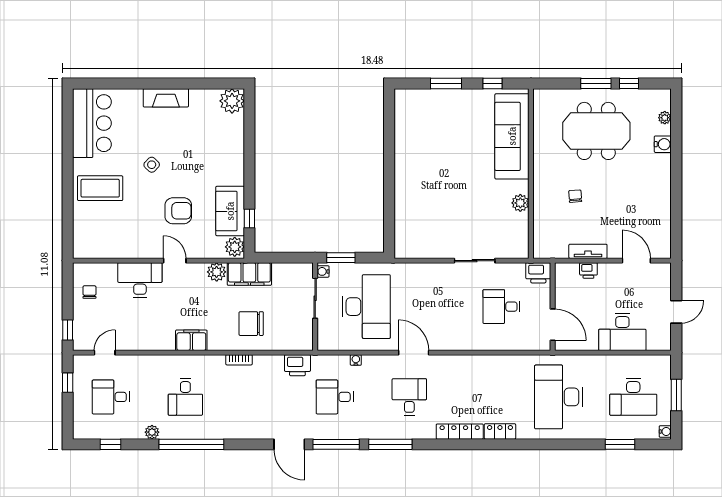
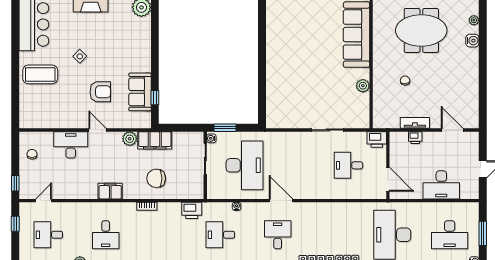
plant: (235, 247) -> (144, 119), removed

